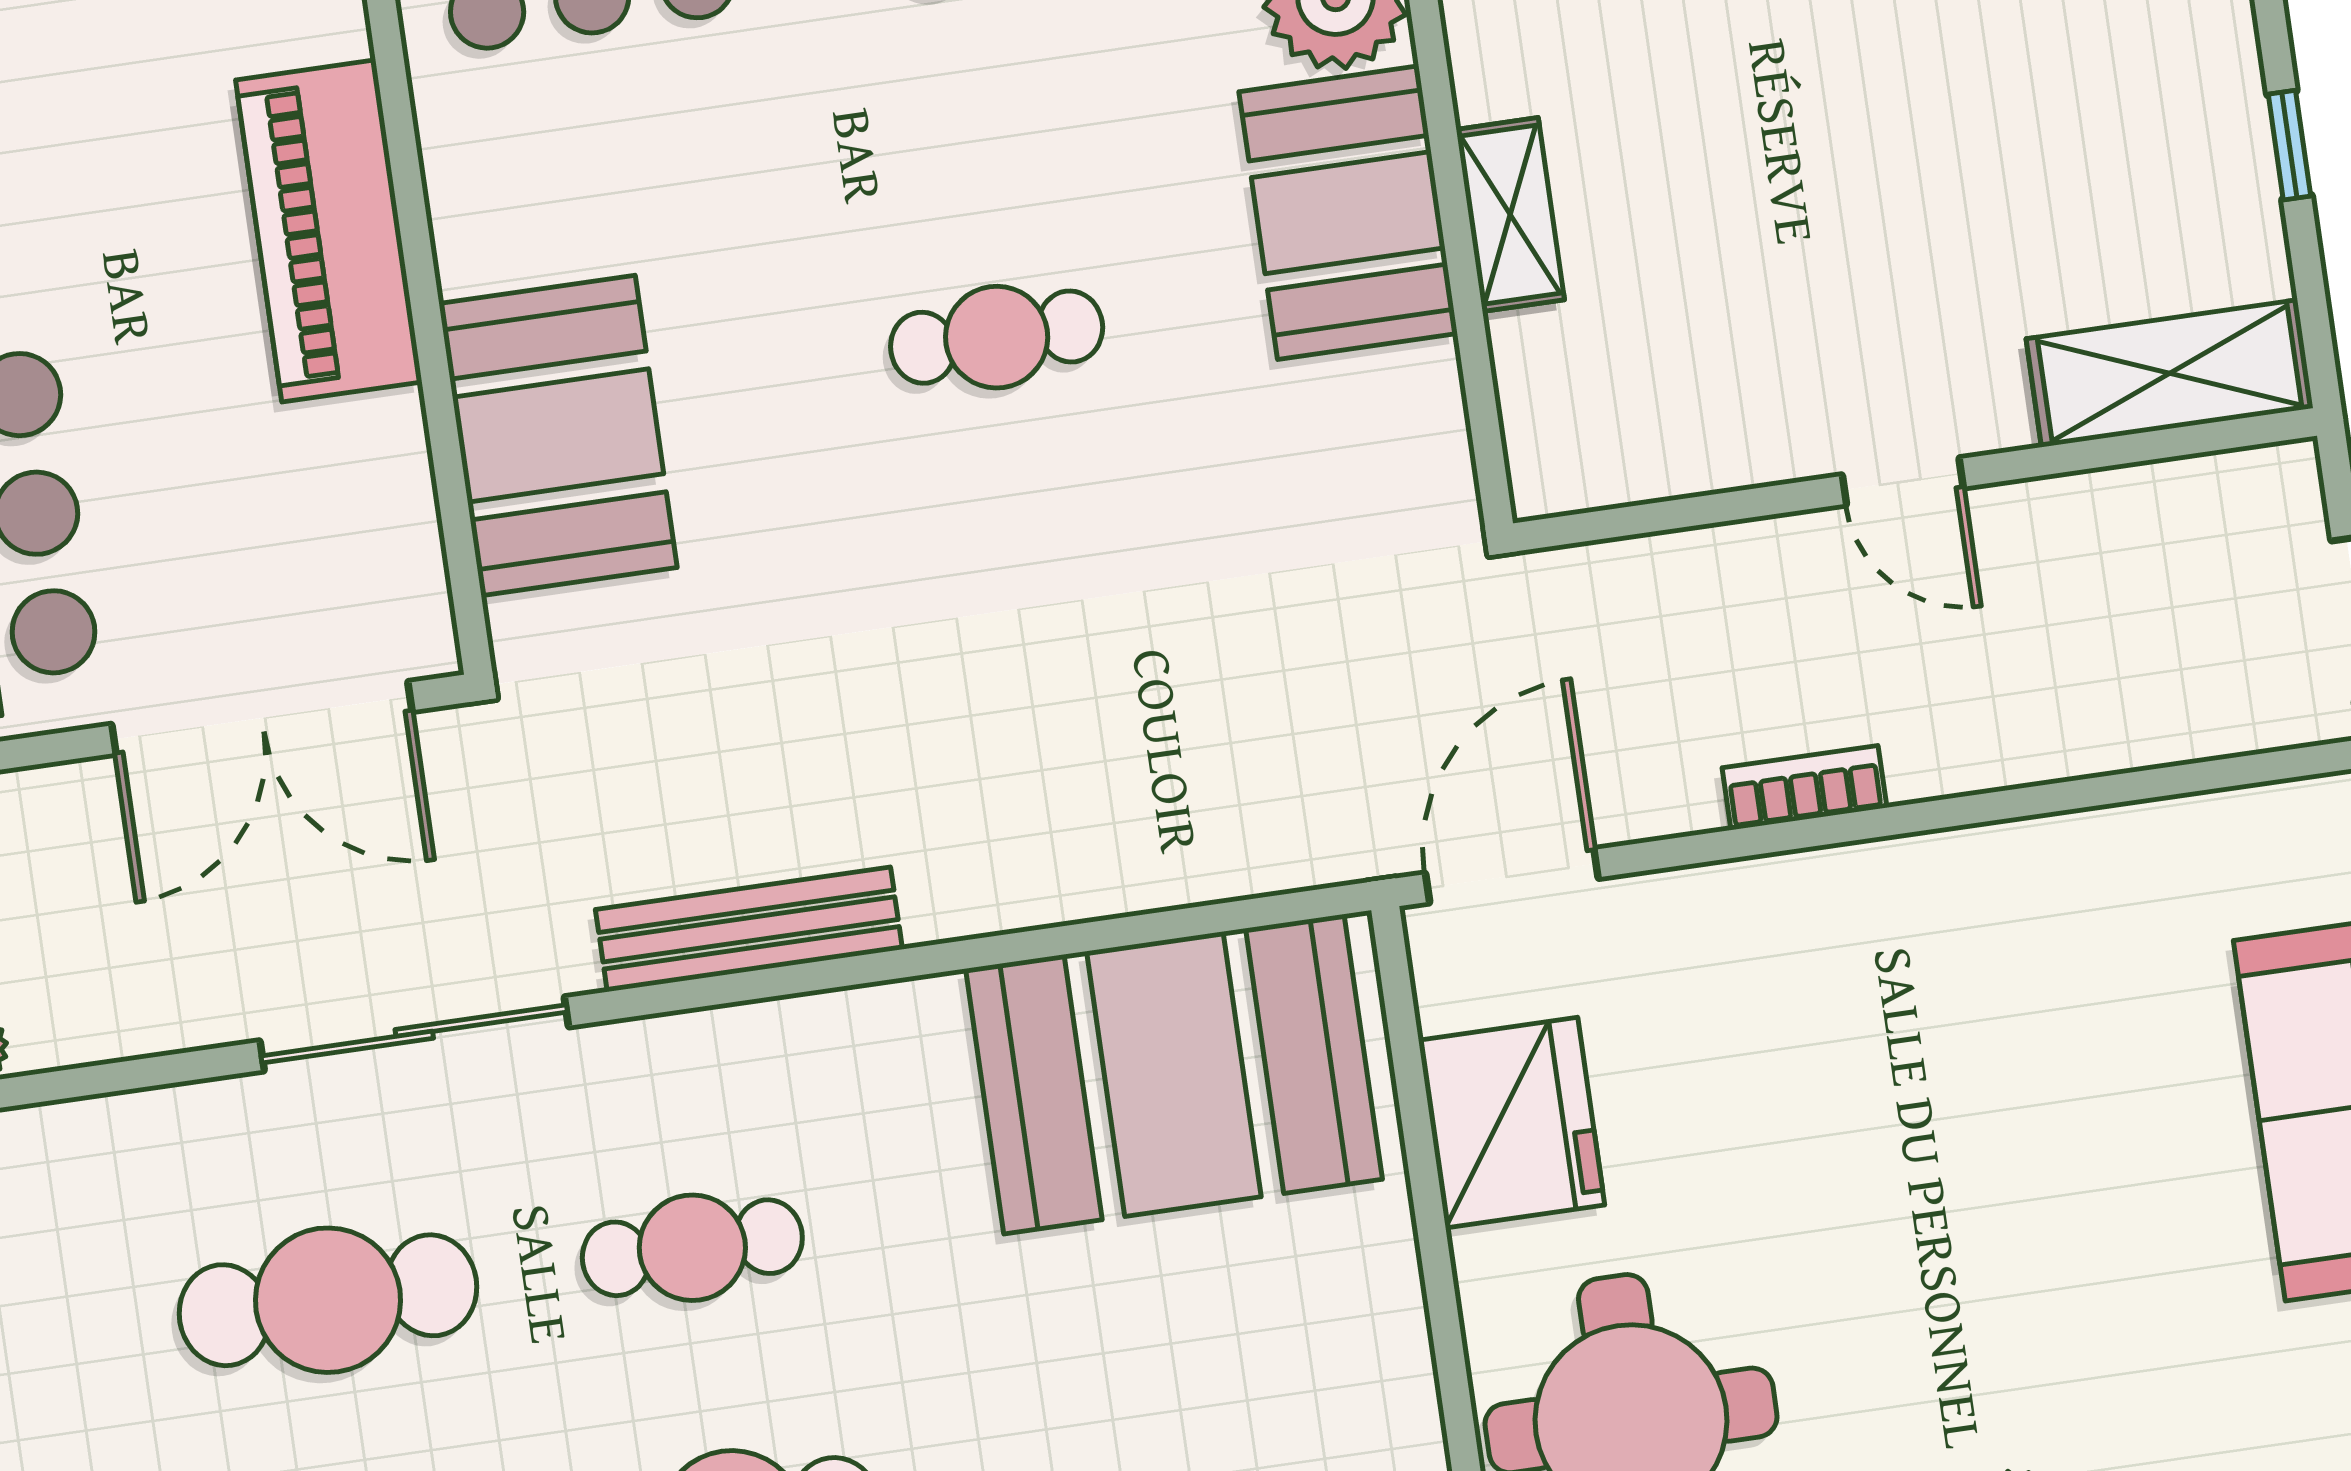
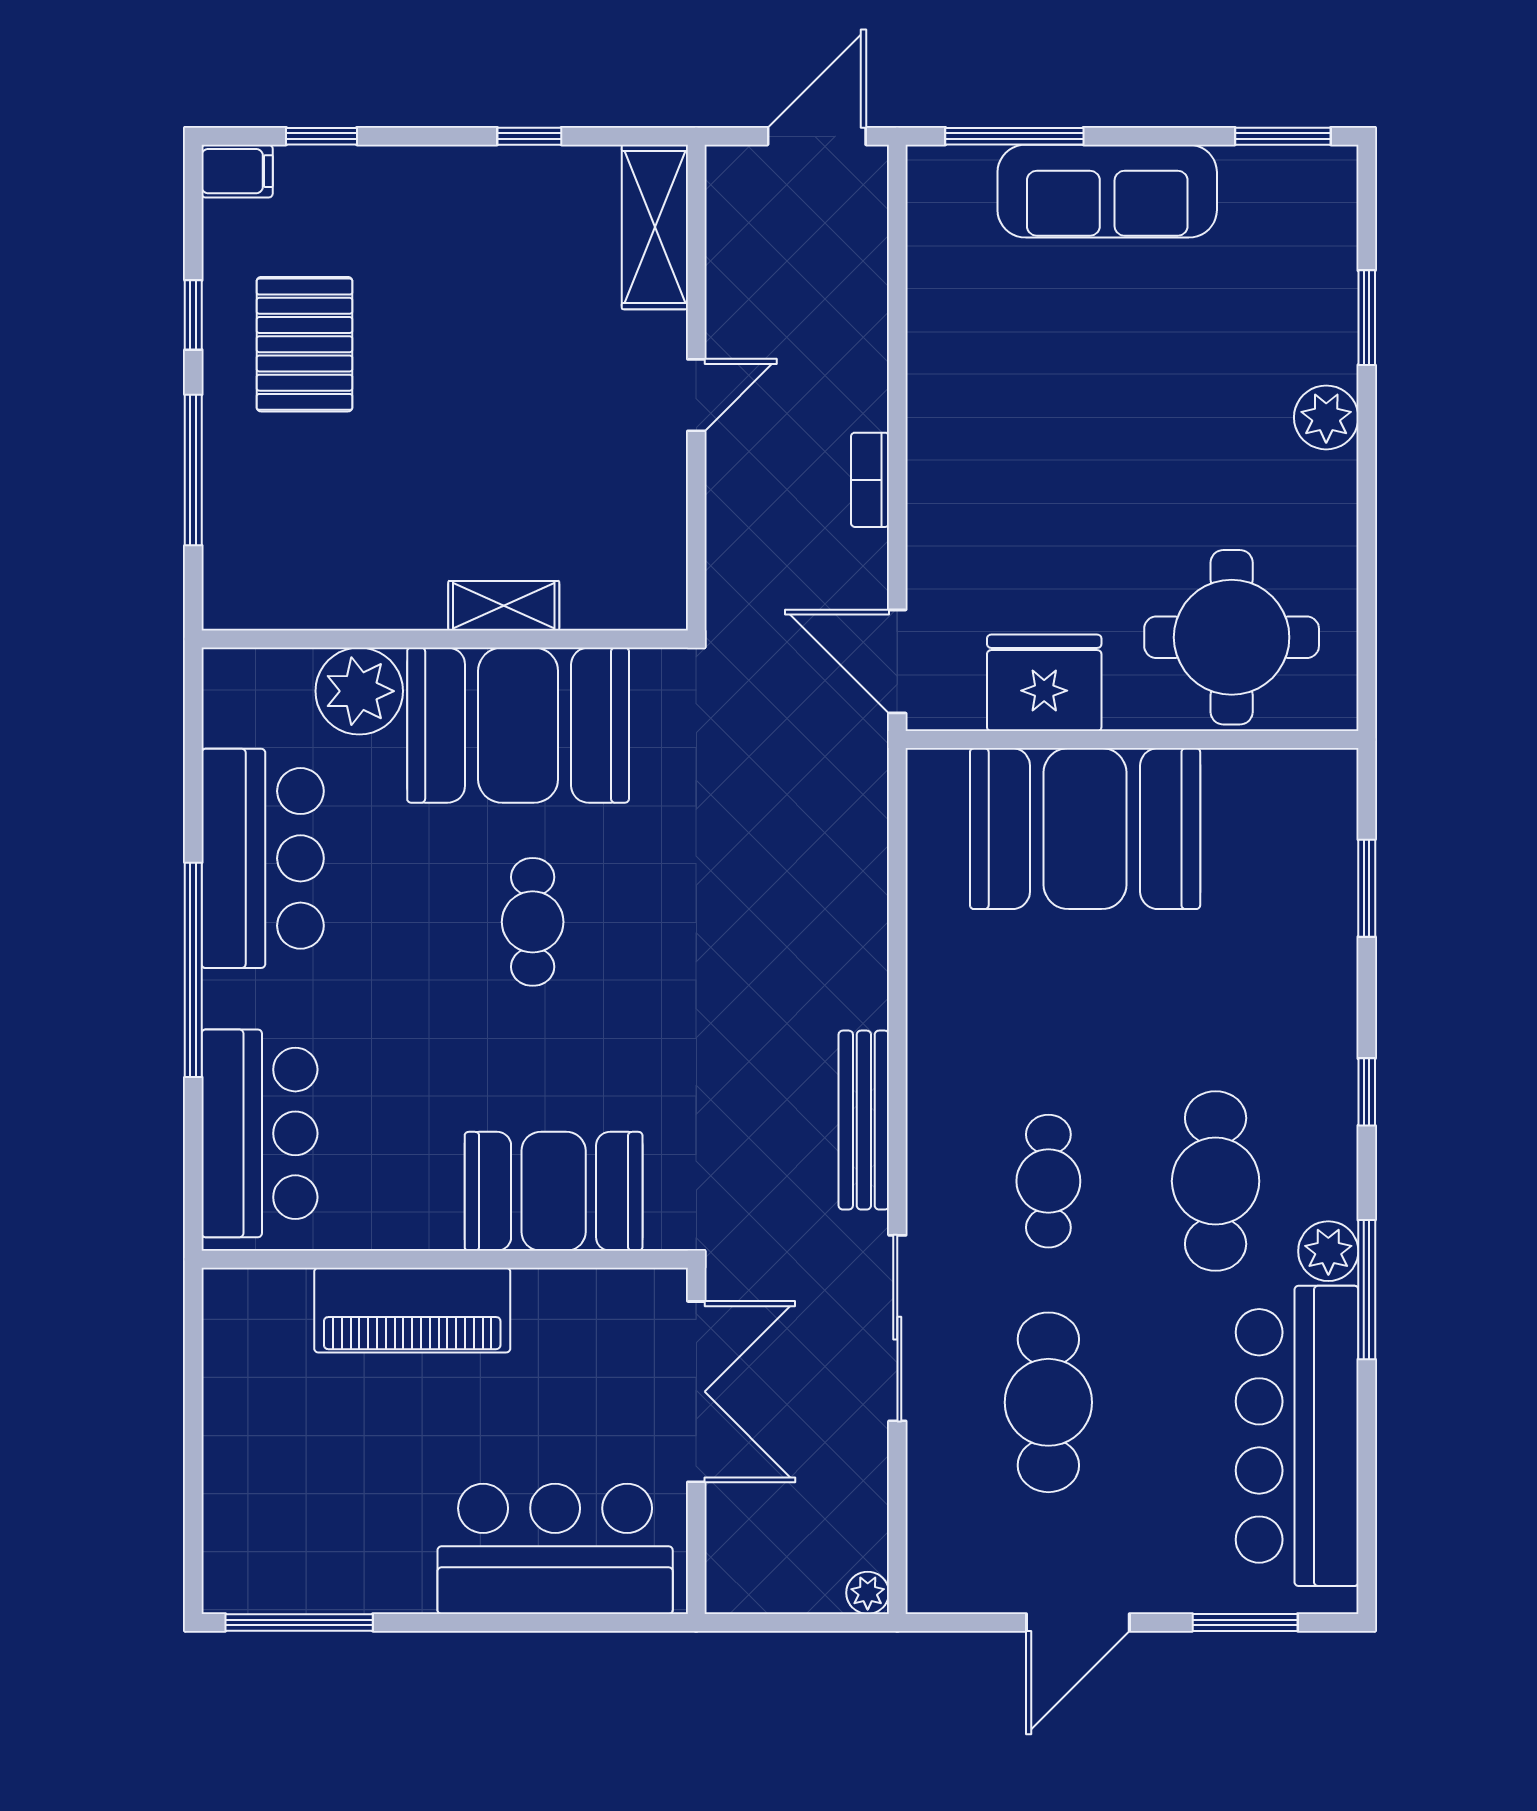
booth: (1348, 213) -> (518, 725), width x1.36, depth x1.42
booth: (1174, 1074) -> (1085, 829), moved, turned 90

